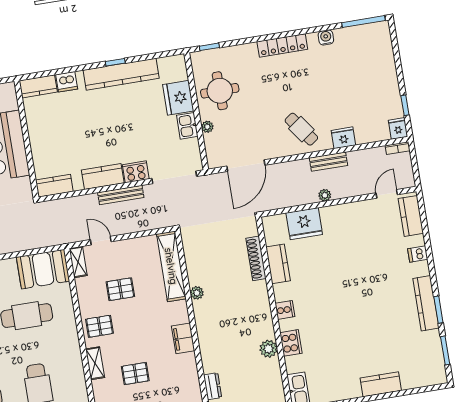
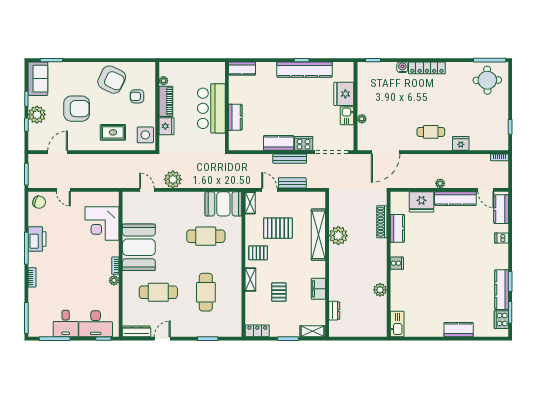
water cooler: (326, 37) -> (402, 67), moved
dishwasher: (67, 82) -> (263, 69), removed
round table: (220, 91) -> (487, 80), moved
fridge: (398, 128) -> (502, 143), removed
cafe table: (301, 129) -> (431, 132), turned -54
bench: (328, 162) -> (292, 183), moved
kitchen counter: (54, 186) -> (235, 117), moved, turned 90
door: (387, 194) -> (486, 190), swing flipped
kitchen counter: (348, 212) -> (455, 199), added
shelving: (171, 266) -> (318, 235), moved
pallet: (120, 289) -> (278, 228), width x1.50, depth x1.42
plant: (197, 293) -> (338, 236), width x1.87, depth x1.87
kitchen counter: (426, 303) -> (502, 290), moved
filing cabinet: (183, 338) -> (318, 289), moved
cooker: (291, 343) -> (501, 320), moved, turned 180
pallet: (135, 374) -> (279, 292), turned 90

